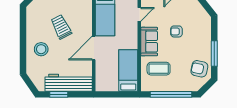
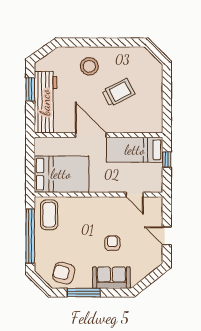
sofa: (149, 42) -> (111, 278), moved, turned 180
coffee table: (159, 69) -> (49, 215), moved
armchair: (199, 69) -> (64, 273), turned -87
bed: (128, 70) -> (61, 174), width x1.50

